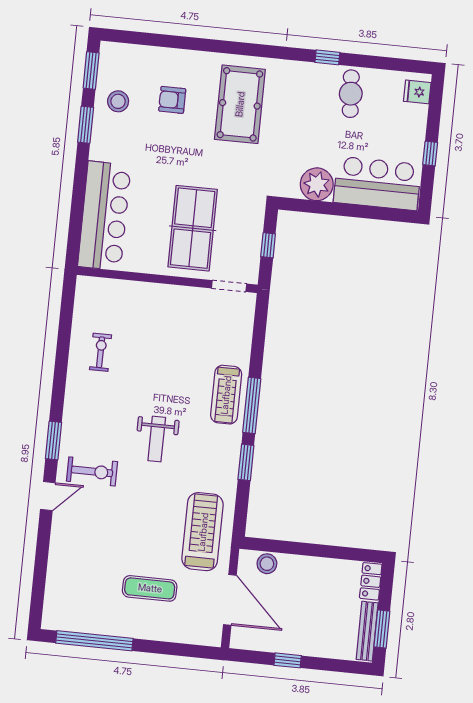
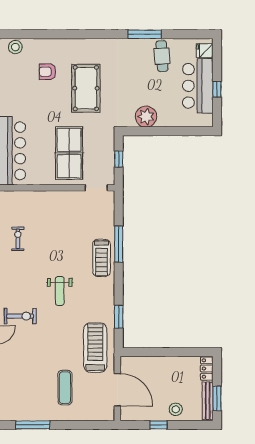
window: (327, 57) -> (145, 34), width x2.17
stool: (118, 101) -> (15, 47), moved
pool table: (240, 104) -> (86, 88), moved
bar counter: (377, 183) -> (198, 86), moved, turned -90
window: (252, 405) -> (119, 244), moved
window: (246, 462) -> (119, 317), moved
stool: (267, 564) -> (176, 409), moved
exercise mat: (150, 588) -> (65, 388), turned 90
window: (94, 641) -> (33, 425), width x0.68

